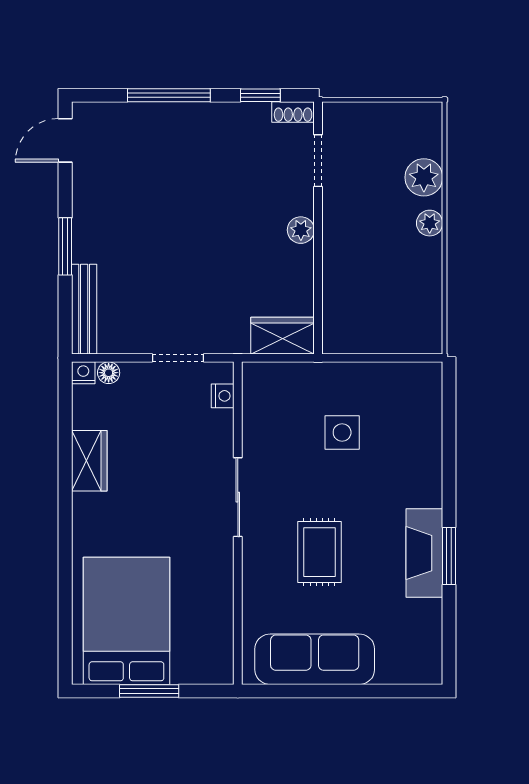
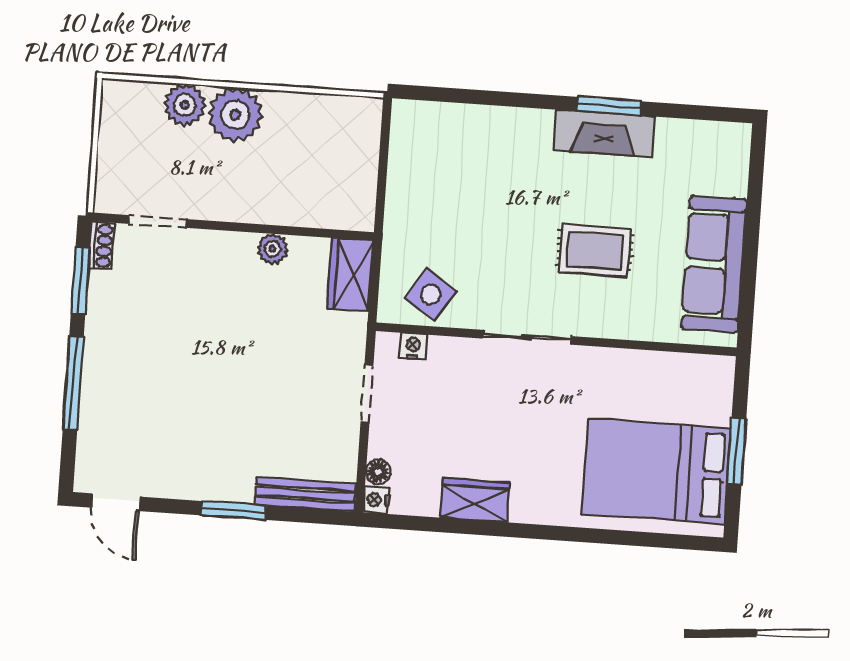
window: (260, 95) -> (80, 281), width x1.50
plant: (430, 223) -> (235, 115), width x1.87, depth x1.87
plant: (301, 230) -> (272, 249), moved
side table: (342, 432) -> (431, 295), moved, turned 33

